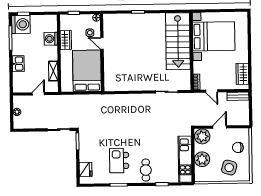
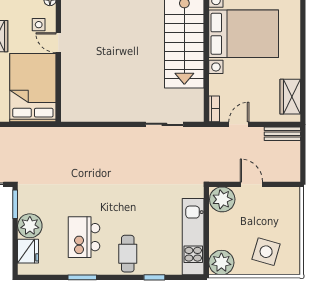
door: (212, 91) -> (239, 124), swing flipped
door: (220, 127) -> (251, 184), hinge flipped
chair: (238, 147) -> (281, 219), removed
plant: (86, 154) -> (30, 226), added
plant: (202, 159) -> (221, 263), moved

